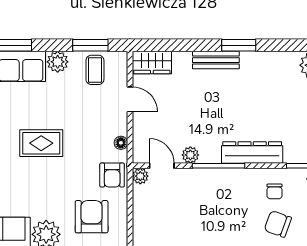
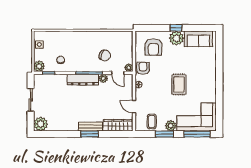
window: (90, 45) -> (164, 134), moved
window: (239, 45) -> (90, 134), moved
wardrobe: (152, 63) -> (118, 125), width x1.50
rug: (41, 143) -> (179, 84), turned 90
dresser: (252, 153) -> (83, 80), moved
chair: (278, 224) -> (105, 55), moved

